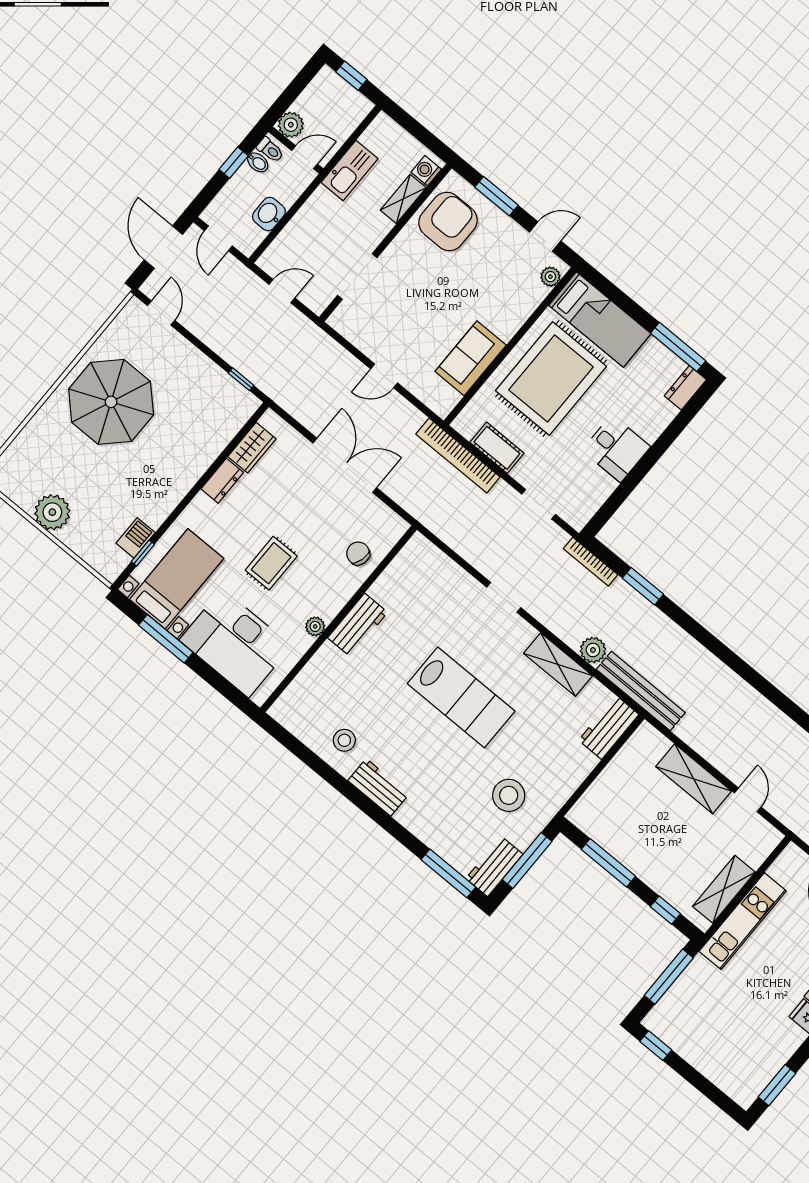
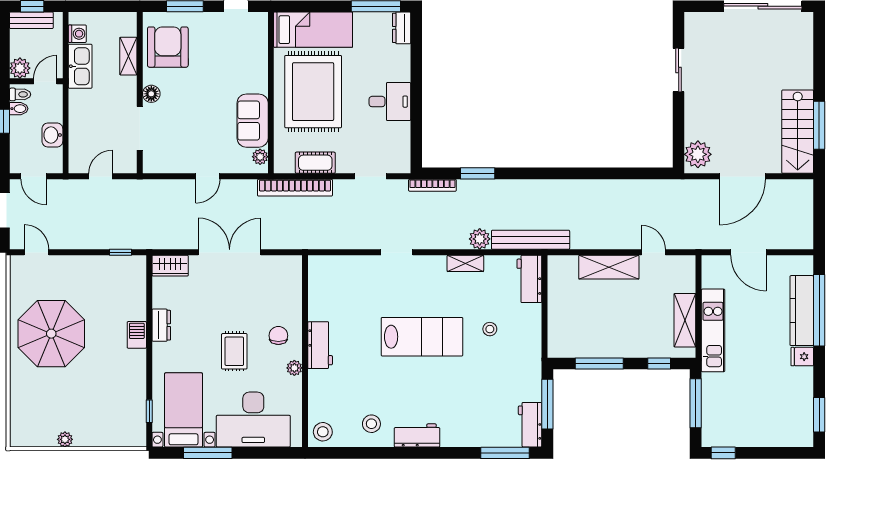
bench: (339, 88) -> (31, 20), added
washing machine: (426, 171) -> (77, 34), moved, turned 180
floor lamp: (395, 253) -> (151, 94), added
plant: (550, 277) -> (260, 157), moved
wardrobe: (252, 448) -> (170, 266), moved, turned 90
plant: (52, 512) -> (65, 439), width x0.53, depth x0.53
barbecue: (136, 538) -> (137, 335), moved
chair: (358, 553) -> (278, 336), moved, turned 76
shelving: (558, 665) -> (465, 263), width x0.67, depth x0.75
stool: (292, 710) -> (323, 432), added
stool: (509, 795) -> (490, 329), moved, width x0.53, depth x0.53

